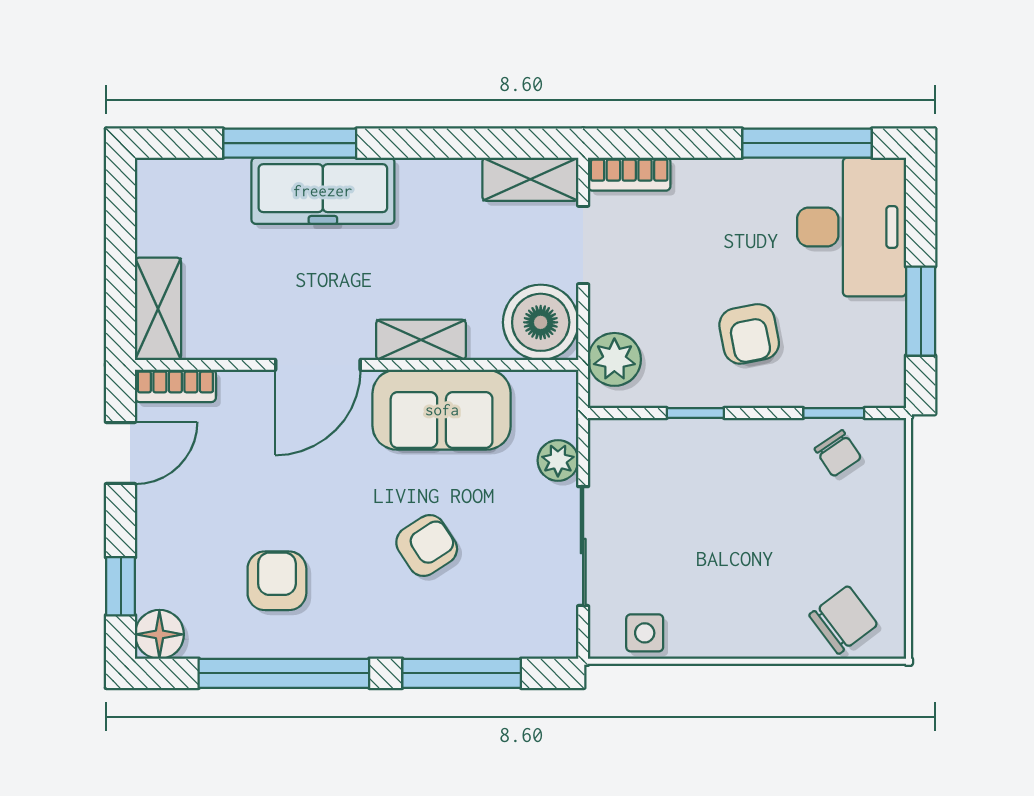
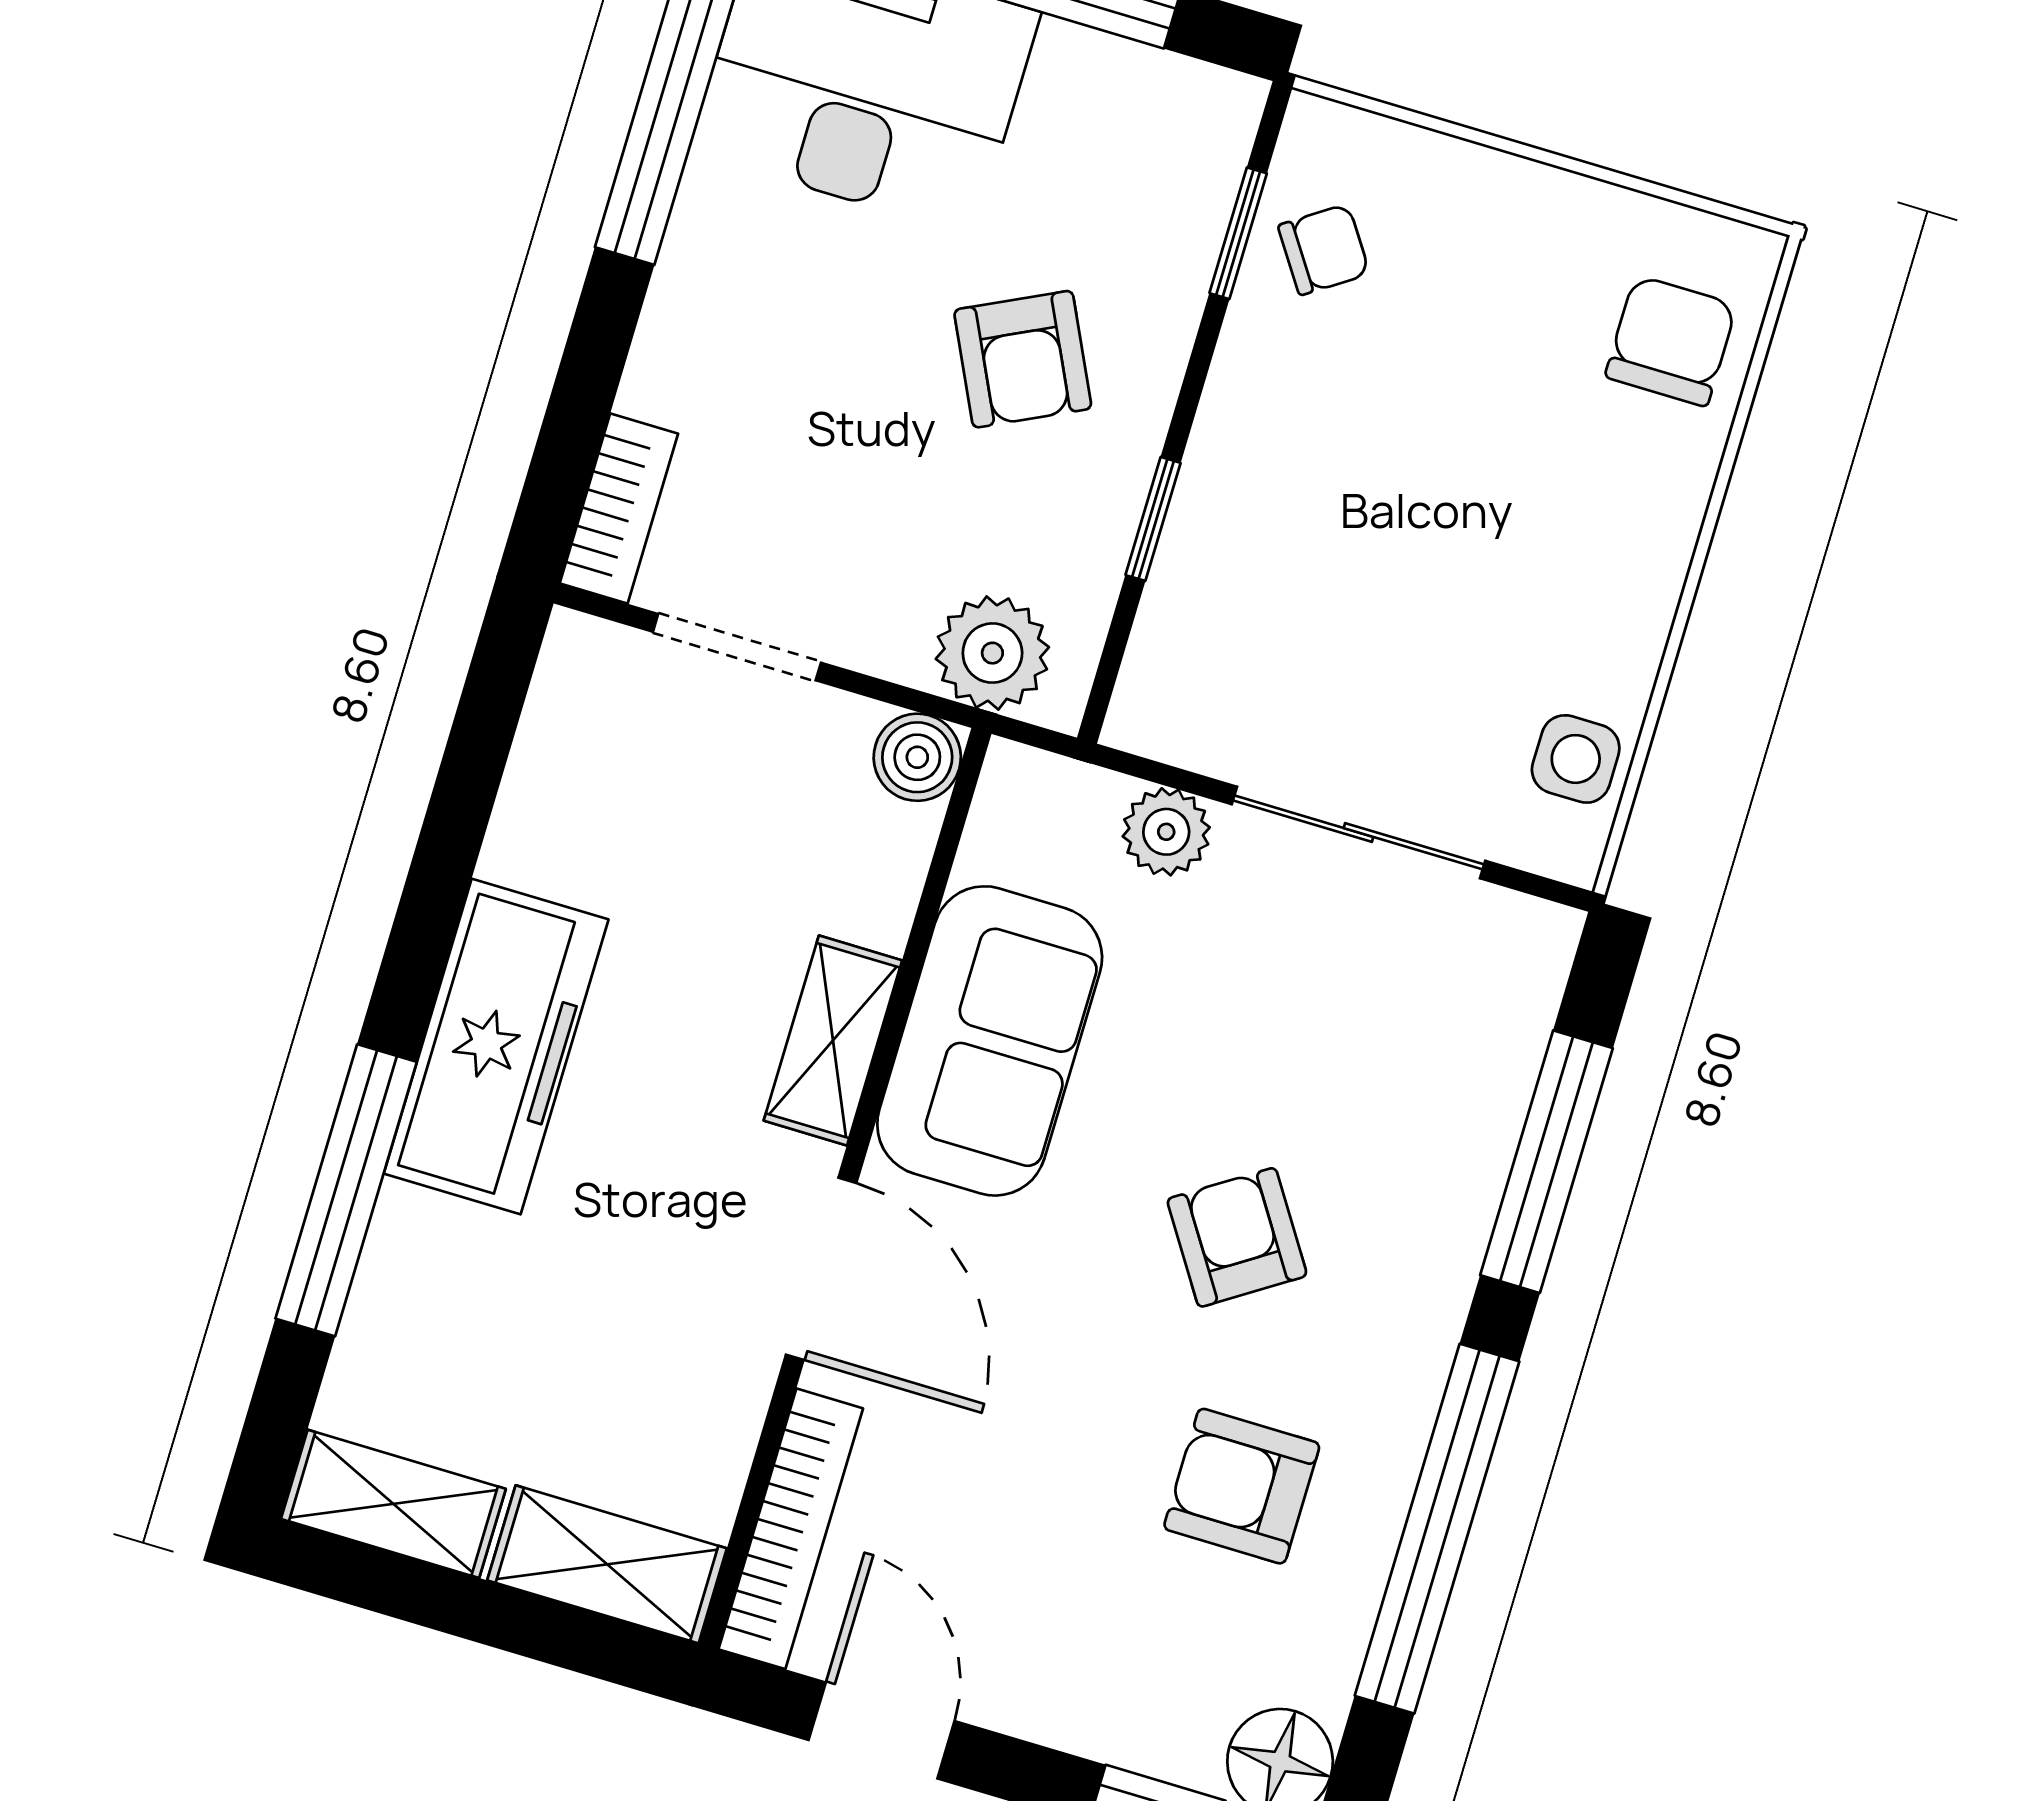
shelving: (530, 179) -> (393, 1504), moved, turned 90
freezer: (323, 191) -> (496, 1046), moved
boiler: (541, 322) -> (917, 757), width x0.54, depth x0.54
armchair: (749, 334) -> (1023, 359), turned 75
bookcase: (175, 386) -> (791, 1529), width x1.56
armchair: (427, 546) -> (1237, 1237), moved
chair: (843, 620) -> (1671, 341), turned 37

